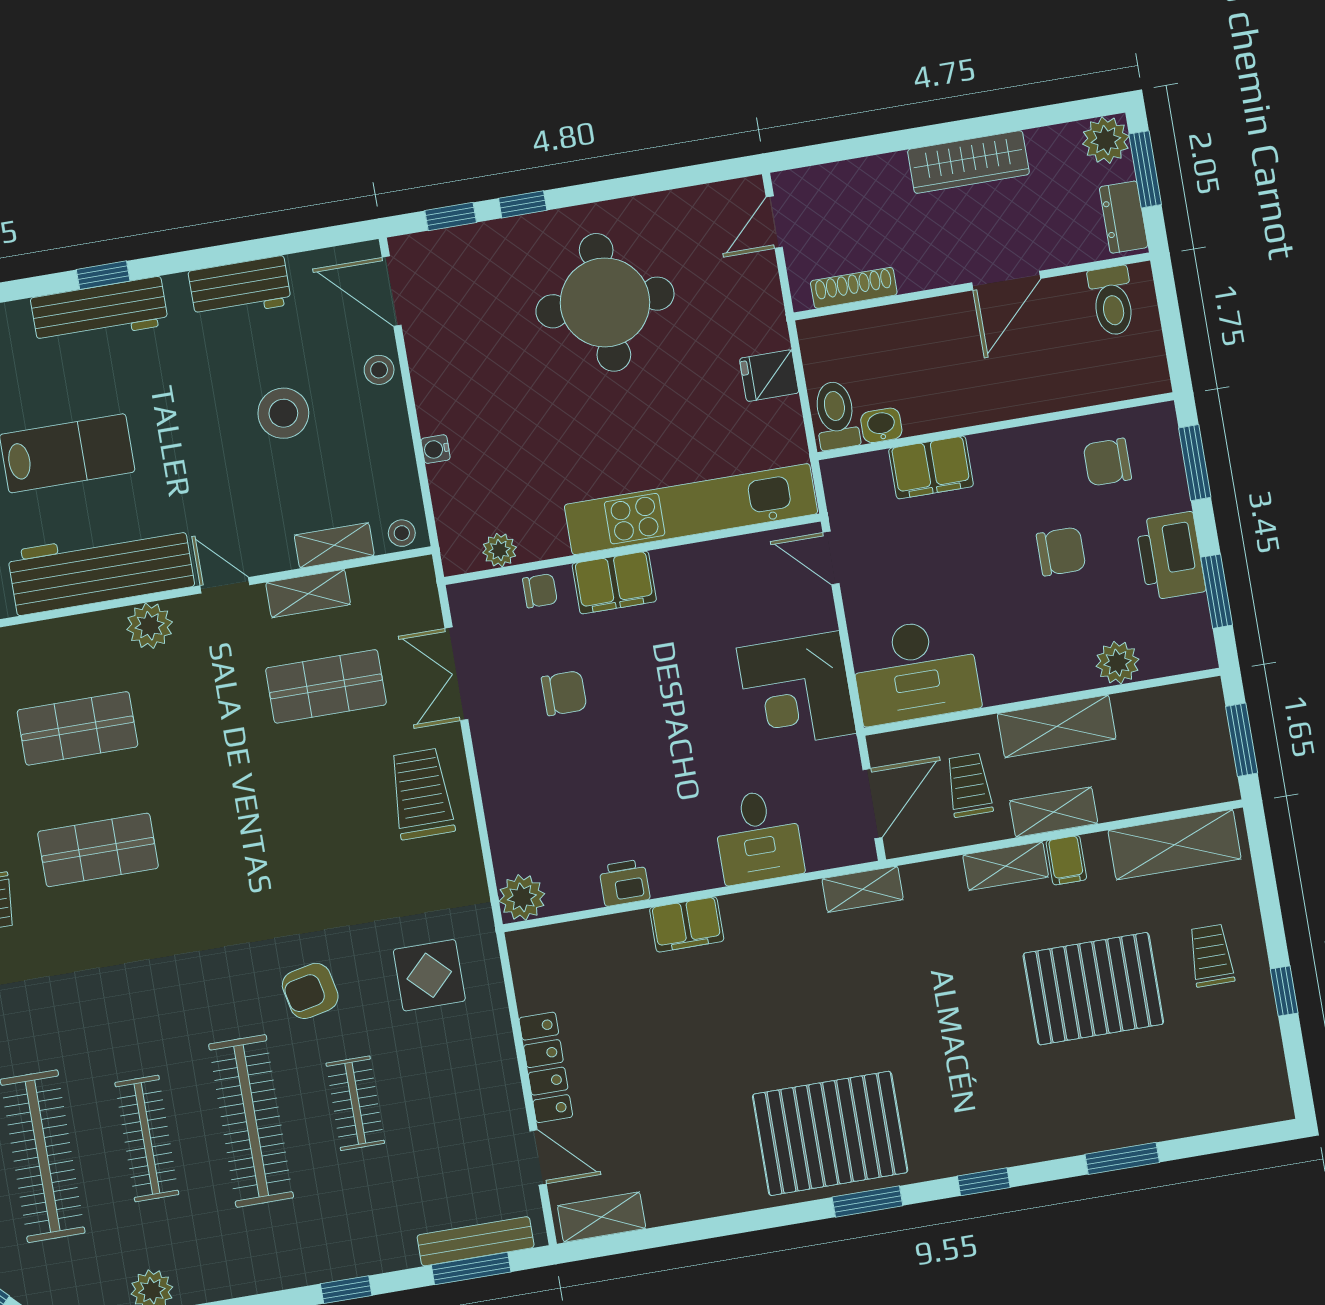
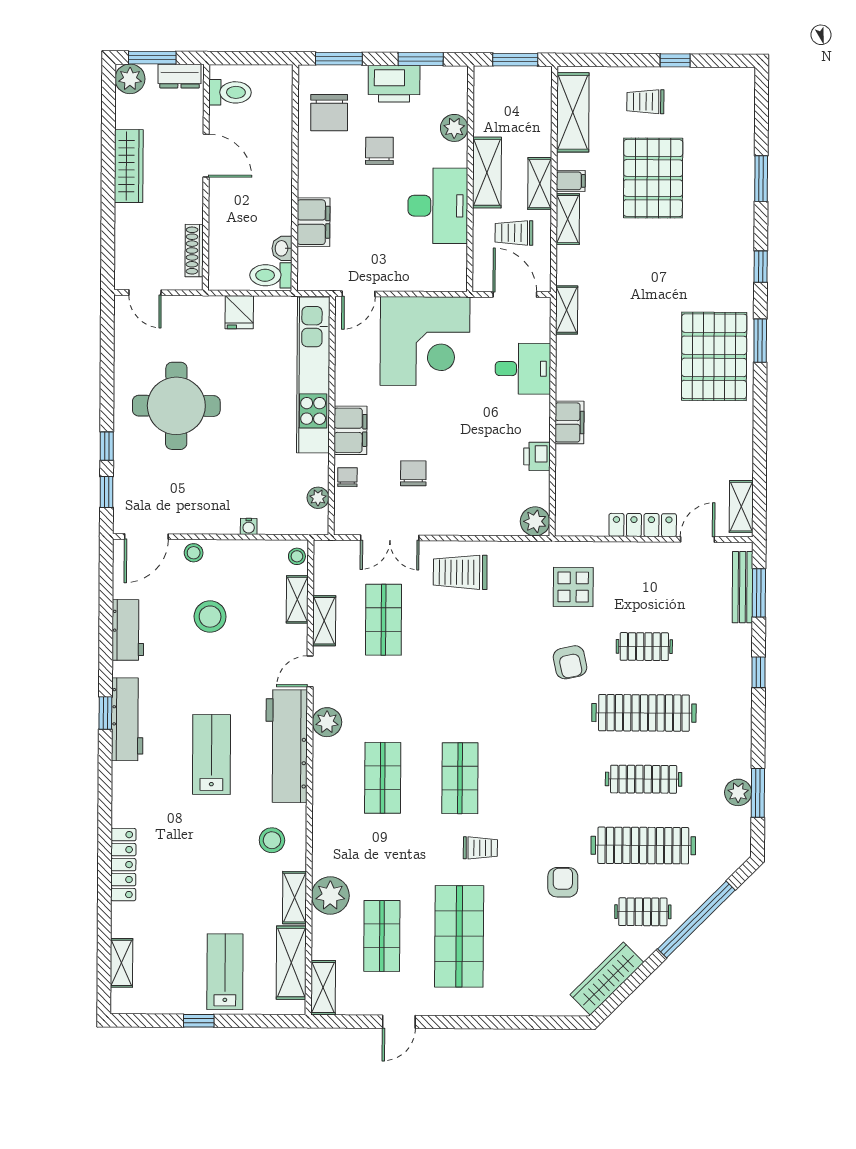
chair: (1107, 462) -> (329, 113), width x1.37, depth x1.37
desk: (915, 671) -> (438, 206), moved
corner desk: (796, 691) -> (425, 341), width x1.36, depth x1.36

